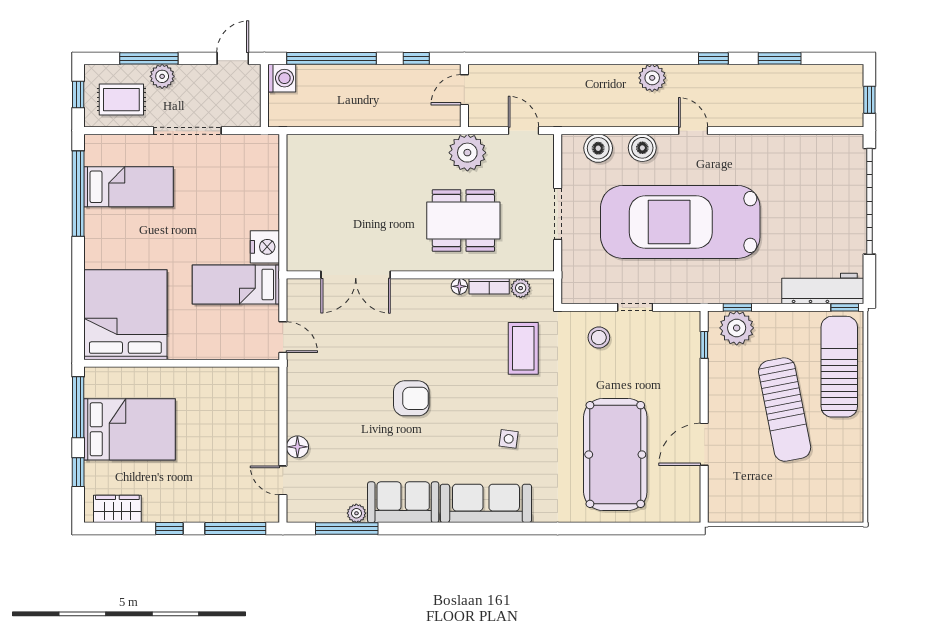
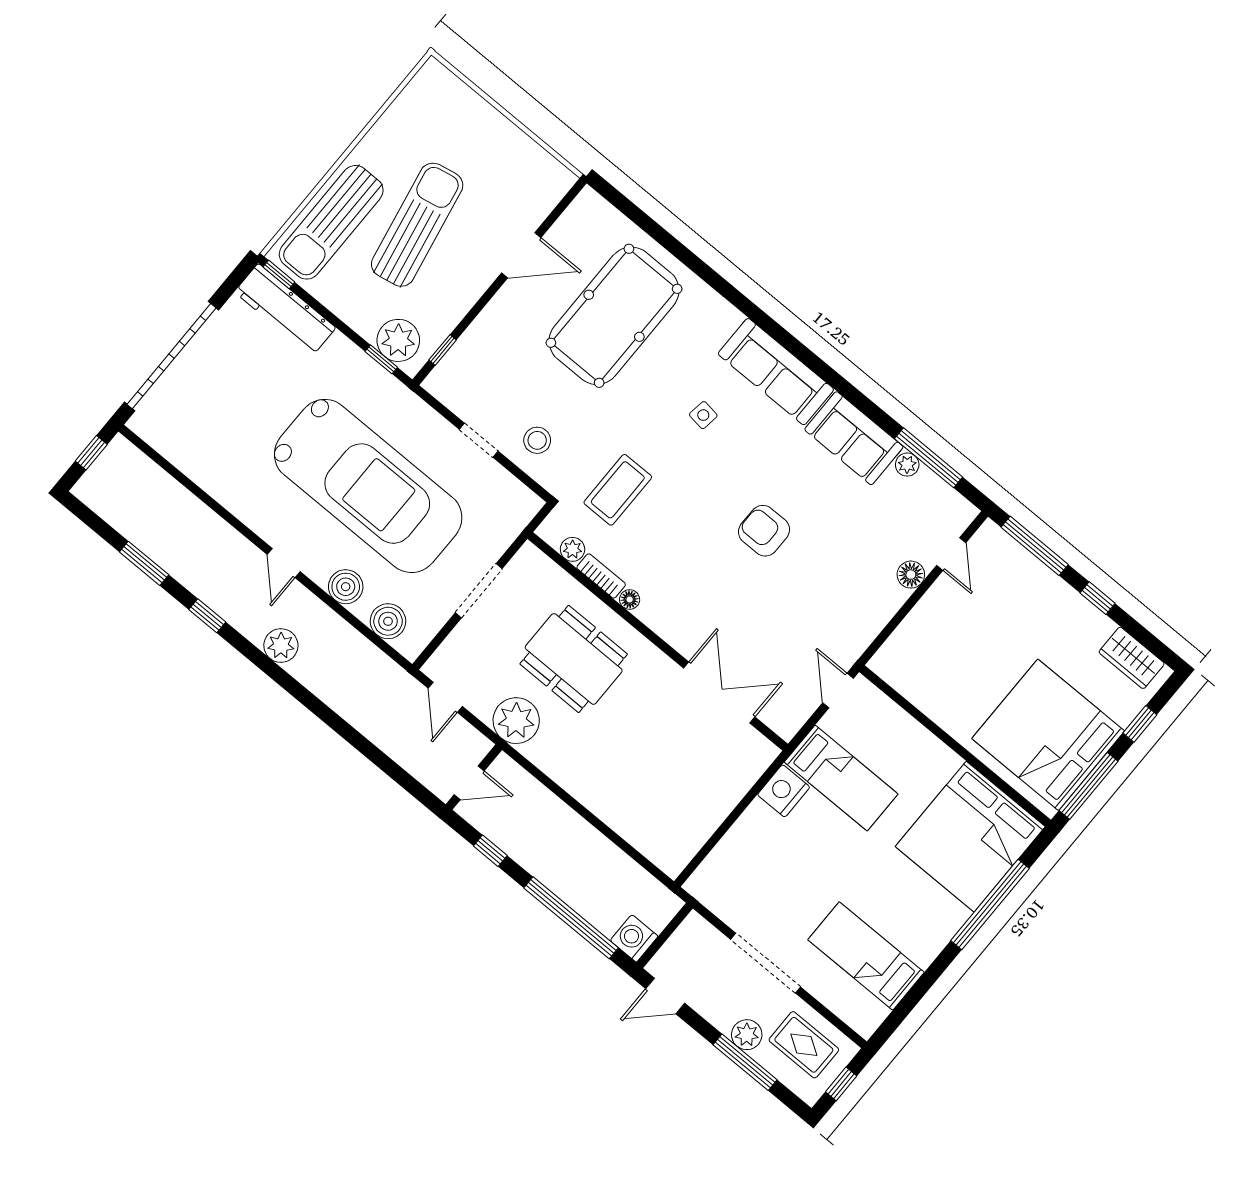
window: (78, 194) -> (990, 905), moved
bed: (130, 429) -> (1048, 735), width x1.36

